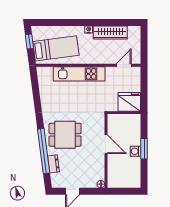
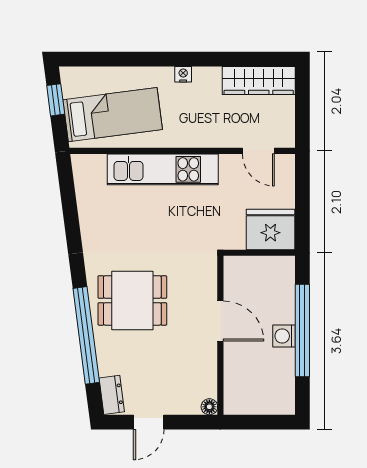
wardrobe: (110, 33) -> (259, 81), moved
door: (124, 65) -> (258, 151), swing flipped
window: (144, 149) -> (302, 331), width x2.11
dresser: (54, 164) -> (112, 395), moved

